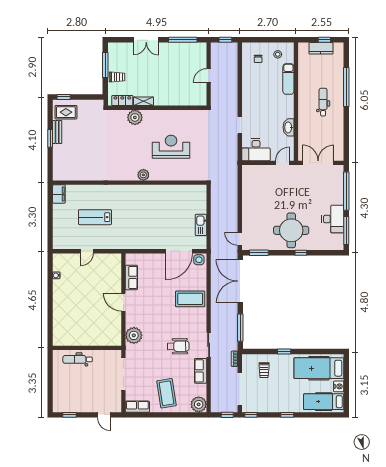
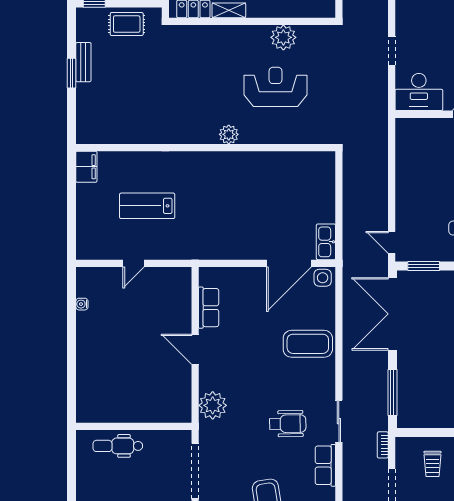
rug: (66, 112) -> (127, 24), moved
plant: (135, 117) -> (283, 37), moved
kitchen sink: (201, 225) -> (326, 242), moved

